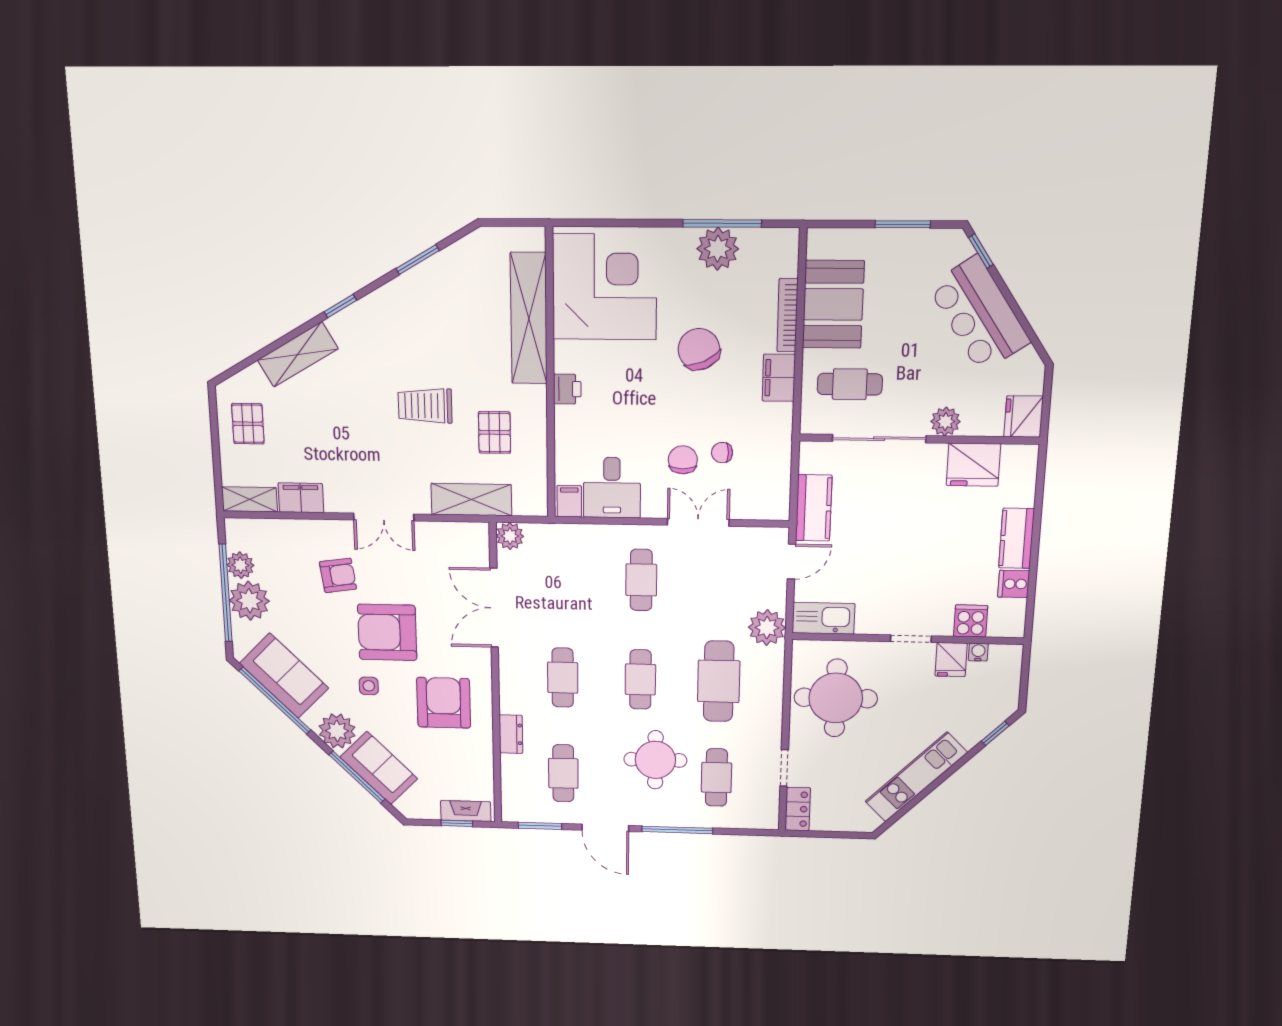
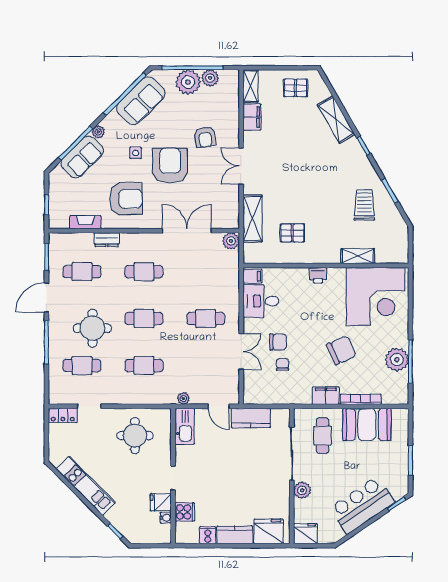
shelving: (529, 318) -> (358, 256), width x0.45, depth x0.75
trolley: (425, 406) -> (364, 205), moved
fridge: (973, 465) -> (269, 531), moved, turned 90
plant: (767, 628) -> (183, 399), width x0.53, depth x0.53
cafe table: (719, 681) -> (144, 365), width x0.73, depth x0.74
round table: (836, 698) -> (135, 436), width x0.73, depth x0.73
plant: (337, 731) -> (98, 132), width x0.53, depth x0.53
fireplace: (466, 811) -> (85, 222), moved, turned -90

